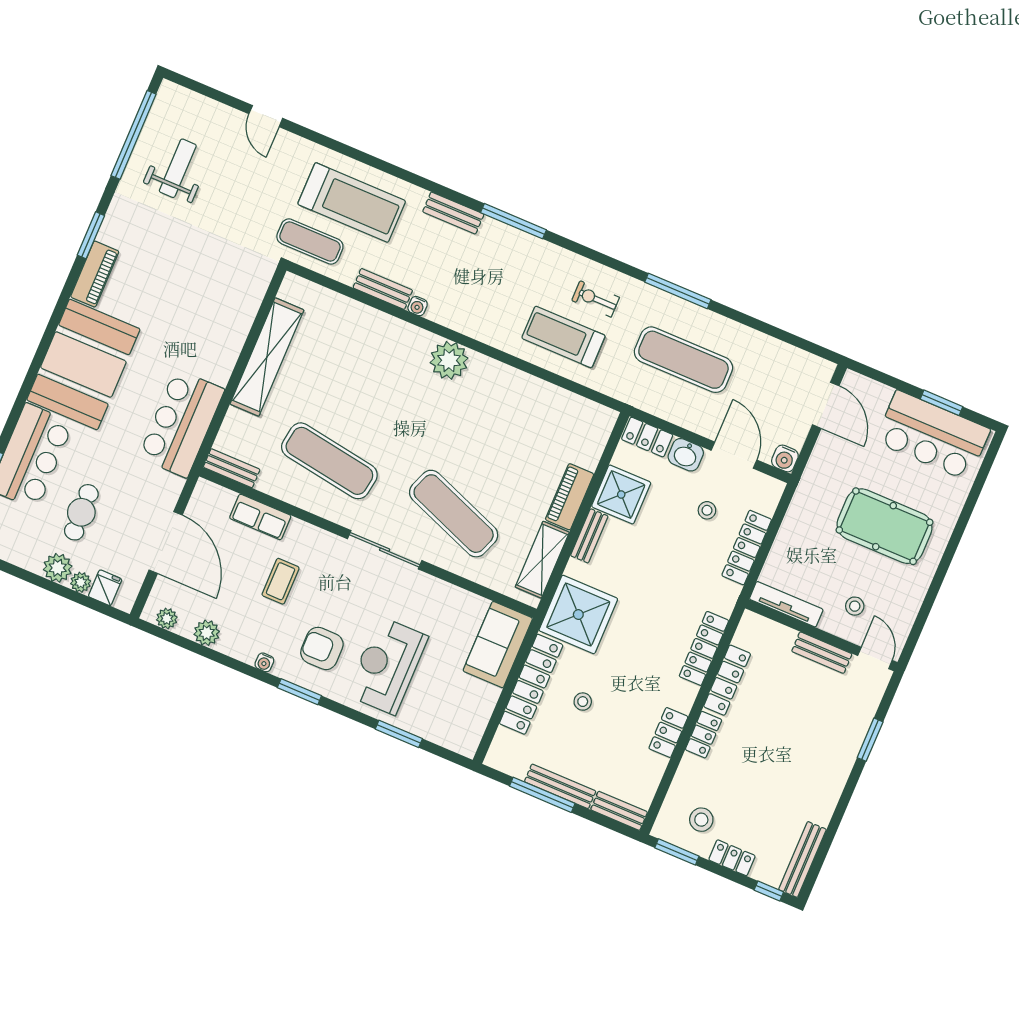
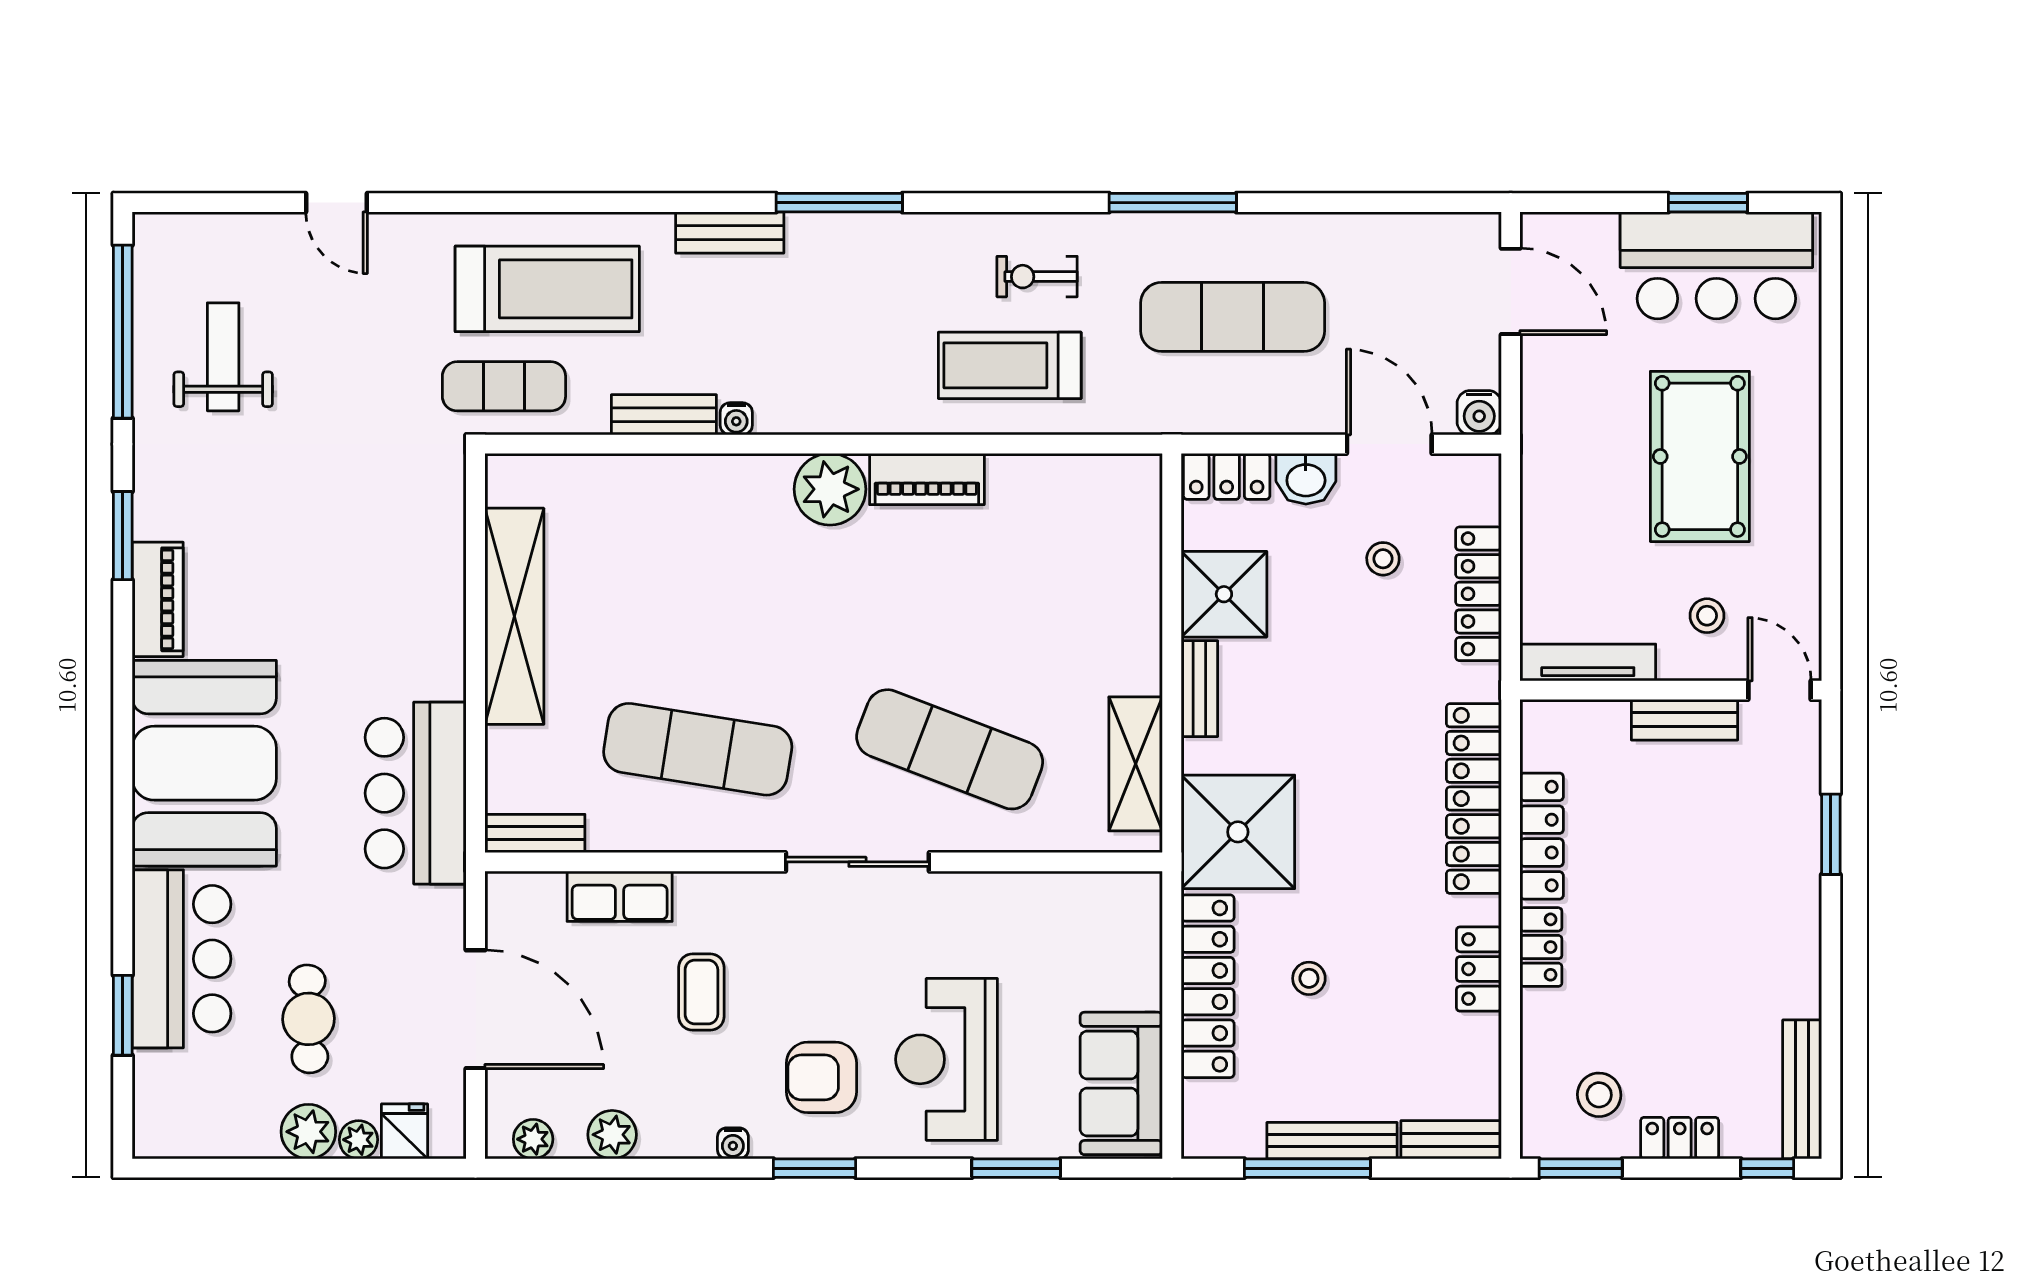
piano: (570, 497) -> (927, 479), moved, turned -90
pool table: (884, 526) -> (1700, 456), turned 90
sofa: (498, 645) -> (1121, 1083), moved
locker: (704, 648) -> (1474, 799), width x1.41, depth x1.21

